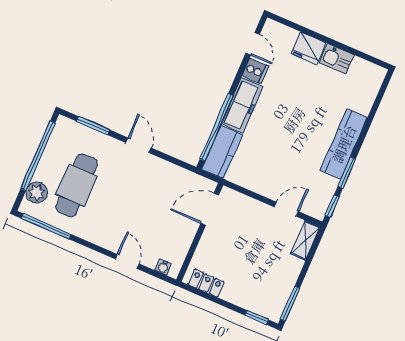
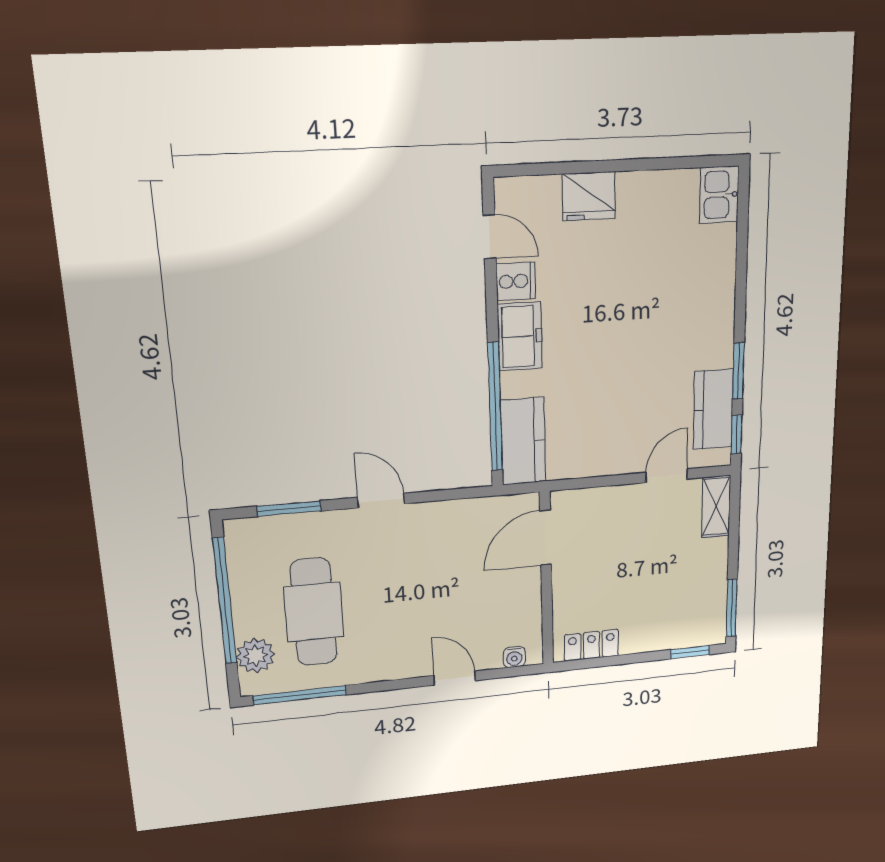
kitchen sink: (337, 59) -> (719, 195), moved, turned 90
freezer: (242, 105) -> (520, 336), width x0.71
kitchen counter: (344, 144) -> (713, 409), moved, width x0.67

